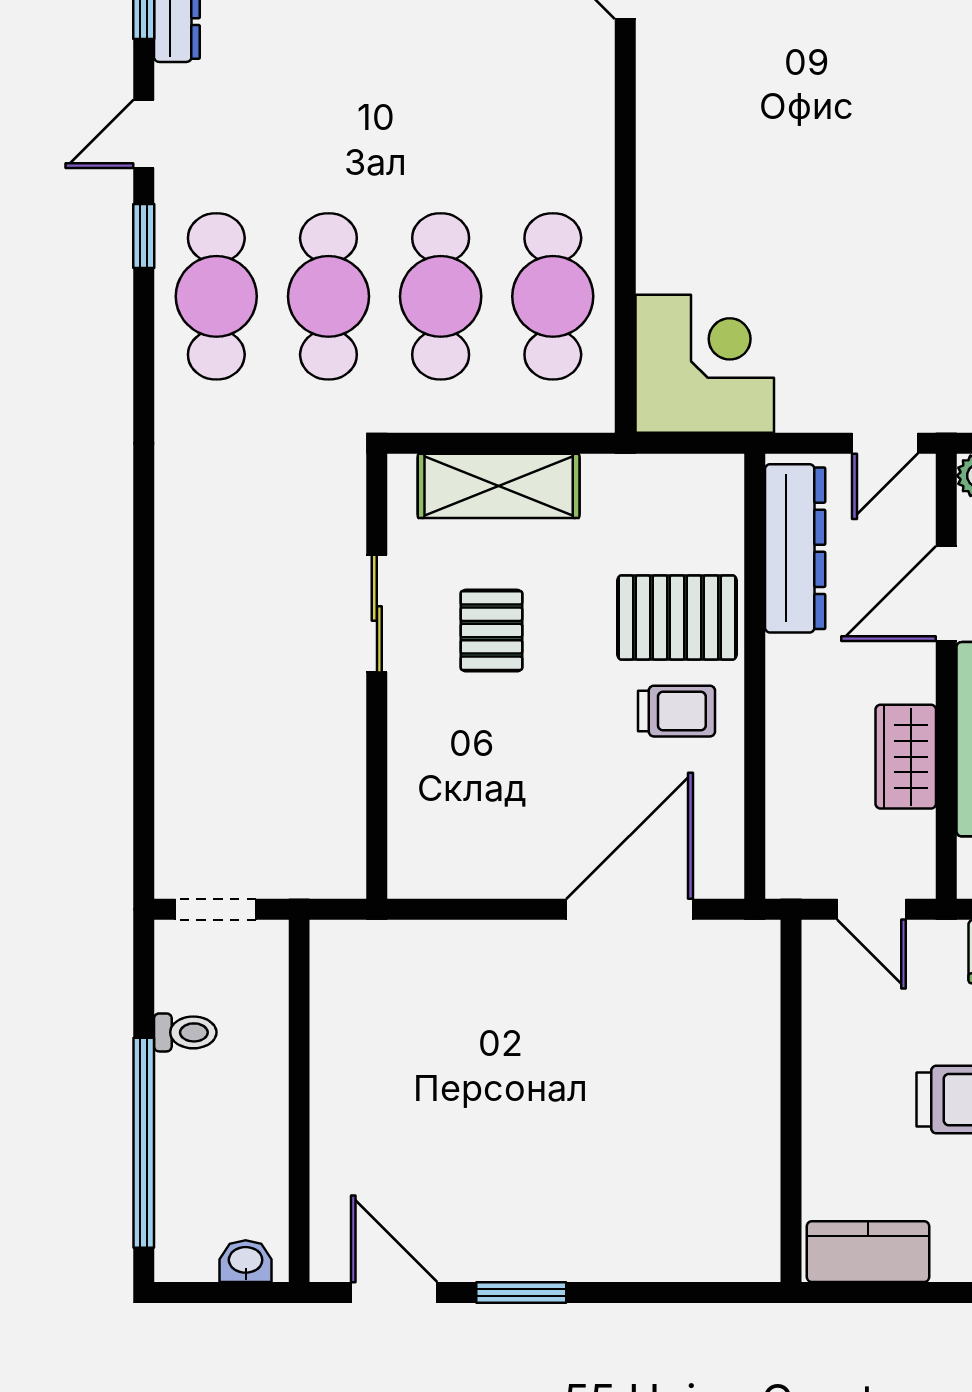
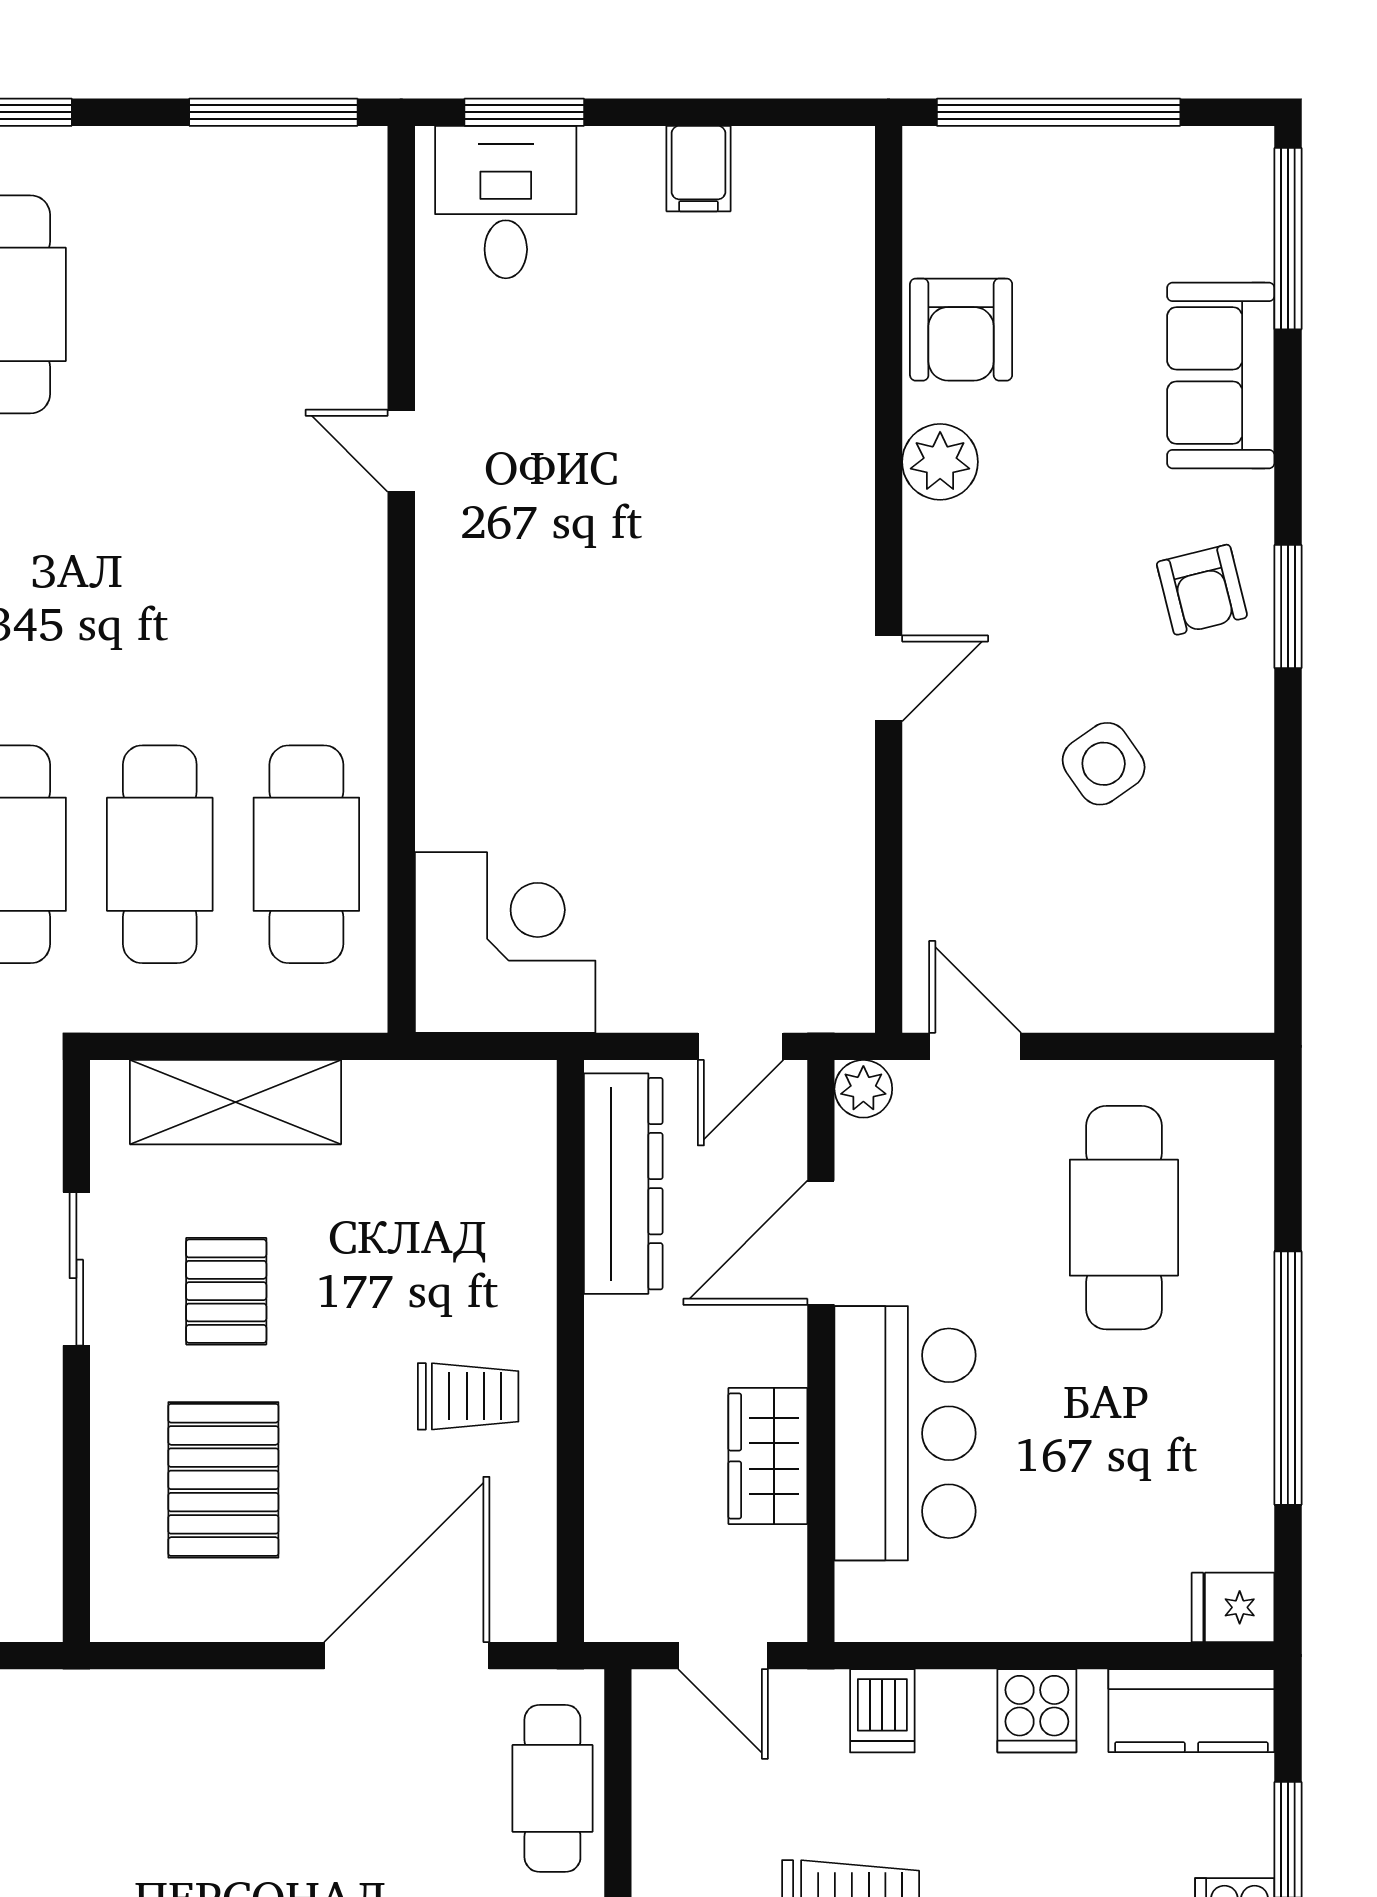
pallet: (677, 618) -> (223, 1480), moved, turned 90
cafe table: (741, 1011) -> (552, 1788), added

